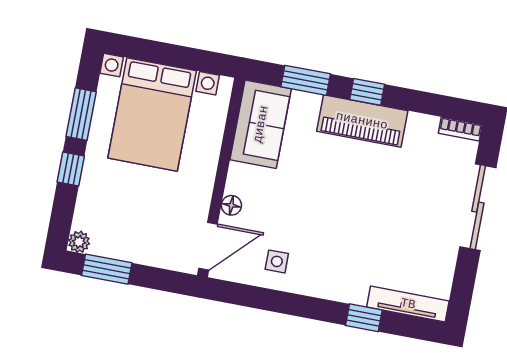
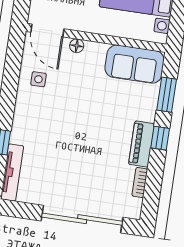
piano: (362, 121) -> (142, 144), width x0.73, depth x0.75
bookcase: (460, 129) -> (140, 182), moved
sliding door: (478, 207) -> (82, 219), width x1.36

